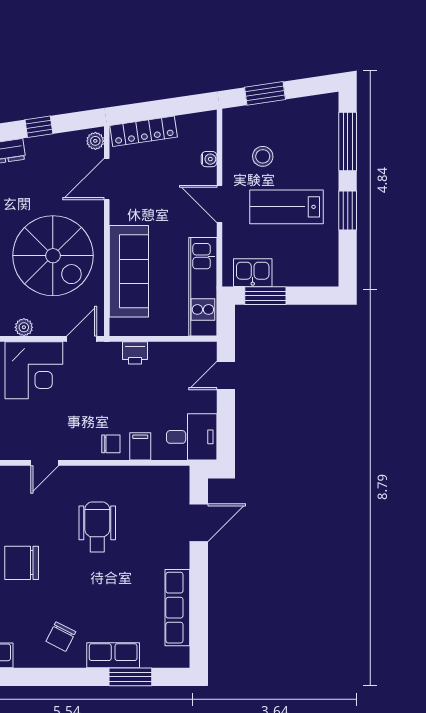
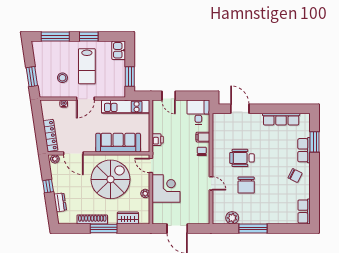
kitchen sink: (253, 273) -> (119, 50), moved
chair: (22, 563) -> (246, 185), moved

